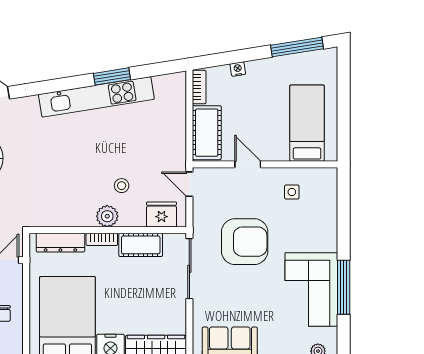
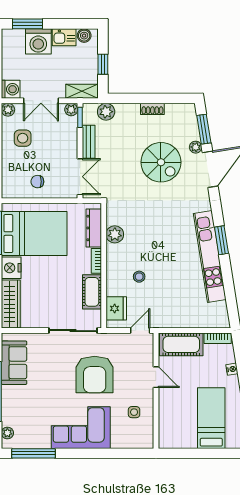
window: (112, 76) -> (221, 240), moved
bed: (307, 123) -> (211, 418), moved, turned -90
door: (248, 164) -> (156, 377), hinge flipped
plant: (107, 216) -> (115, 234), moved
window: (344, 287) -> (33, 453), moved
corner sofa: (311, 290) -> (81, 428), moved

